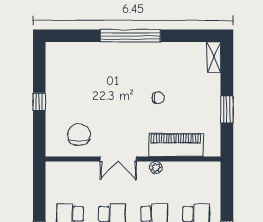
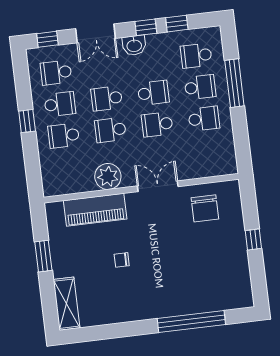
window: (130, 36) -> (191, 321), moved
shelving: (214, 57) -> (67, 304), width x1.50, depth x1.33
plant: (156, 168) -> (108, 176), width x1.87, depth x1.87

